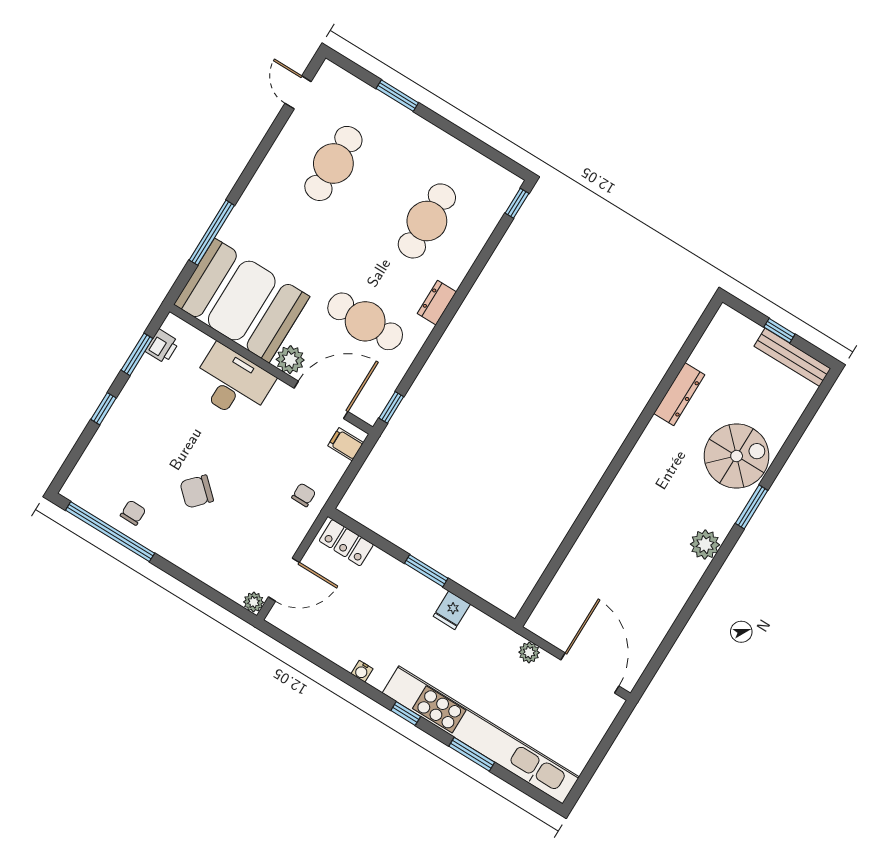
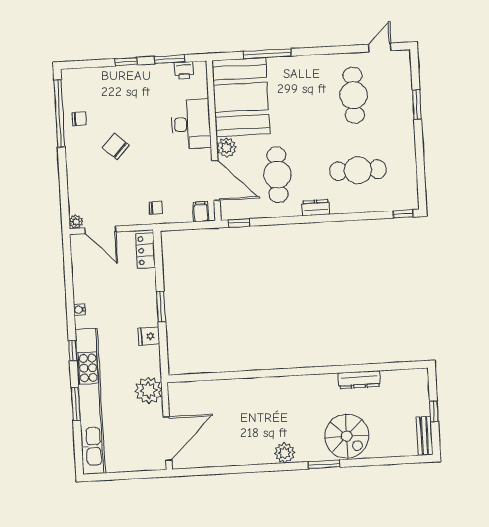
cafe table: (333, 163) -> (354, 95), turned 90
bench: (792, 357) -> (424, 436), width x0.73
plant: (529, 652) -> (149, 390), width x1.88, depth x1.88

